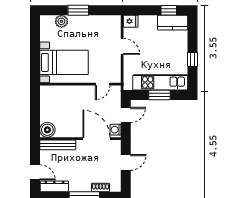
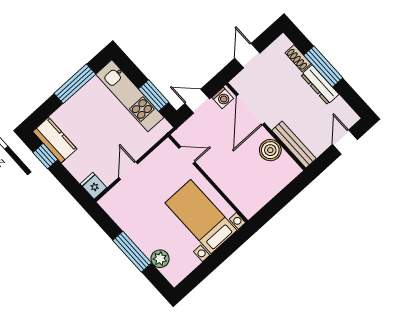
window: (78, 10) -> (132, 252), width x1.44
window: (192, 60) -> (75, 84), width x2.17
window: (159, 95) -> (154, 95), moved
boiler: (47, 130) -> (270, 150), moved
door: (126, 162) -> (247, 56), hinge flipped
dresser: (54, 186) -> (320, 85), moved

